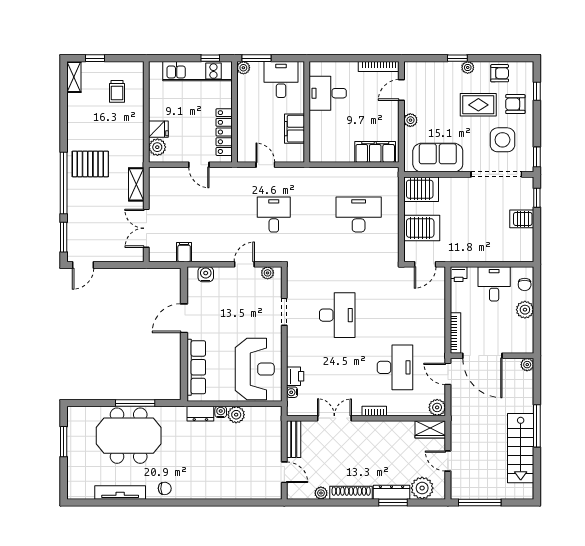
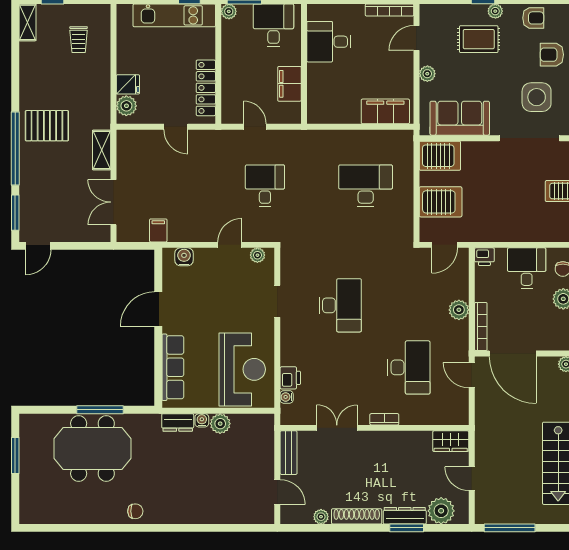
rug: (478, 105) -> (479, 39), moved
plant: (437, 407) -> (459, 310), moved
tv unit: (120, 492) -> (82, 516), removed

